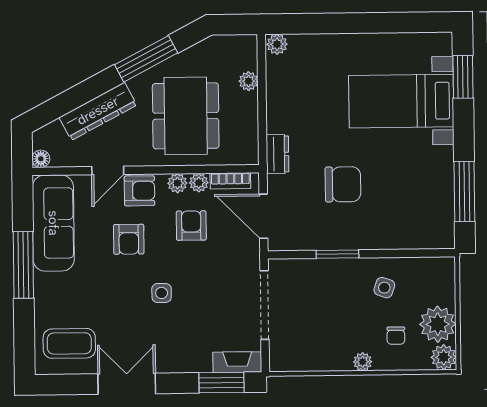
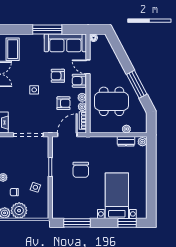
dresser: (98, 111) -> (114, 63), removed
dresser: (277, 154) -> (126, 141), moved
armchair: (139, 191) -> (79, 81), turned 90

